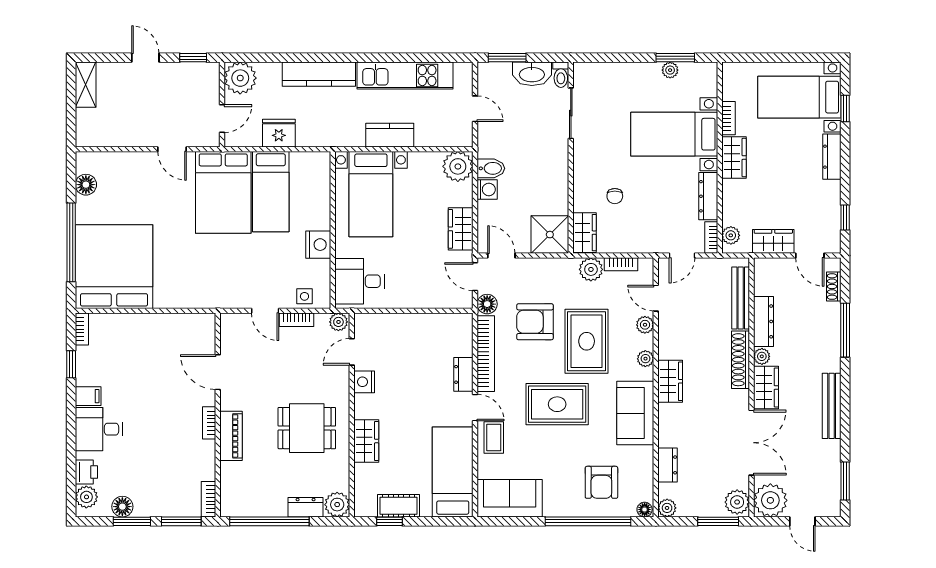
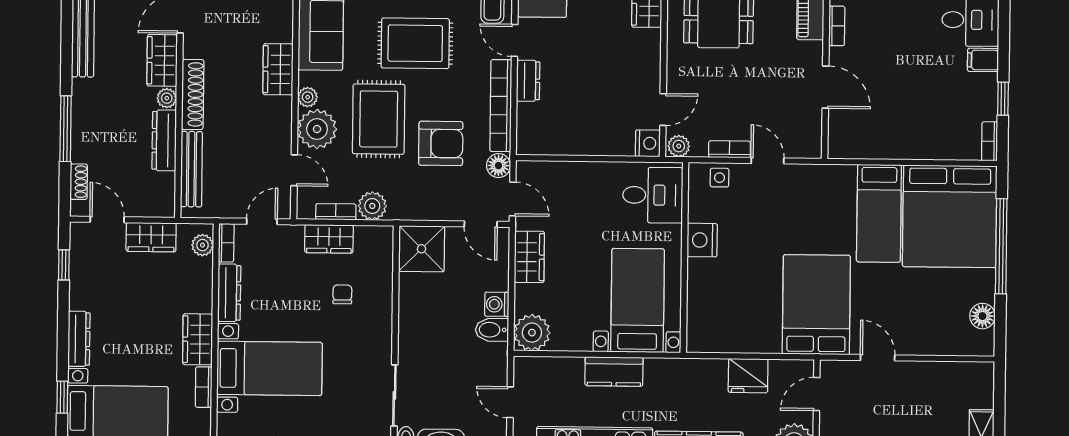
bed: (271, 192) -> (879, 213), moved, turned 180
wardrobe: (584, 233) -> (329, 239), moved, turned -90
plant: (645, 325) -> (317, 129), width x1.88, depth x1.88
nightstand: (364, 382) -> (648, 143), moved

